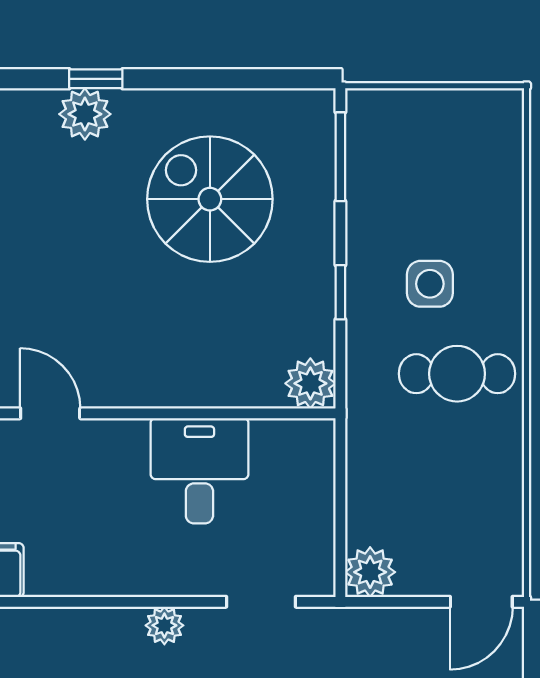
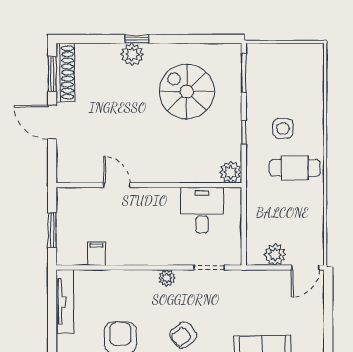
desk: (199, 471) -> (202, 210), moved
plant: (370, 572) -> (275, 255), moved

